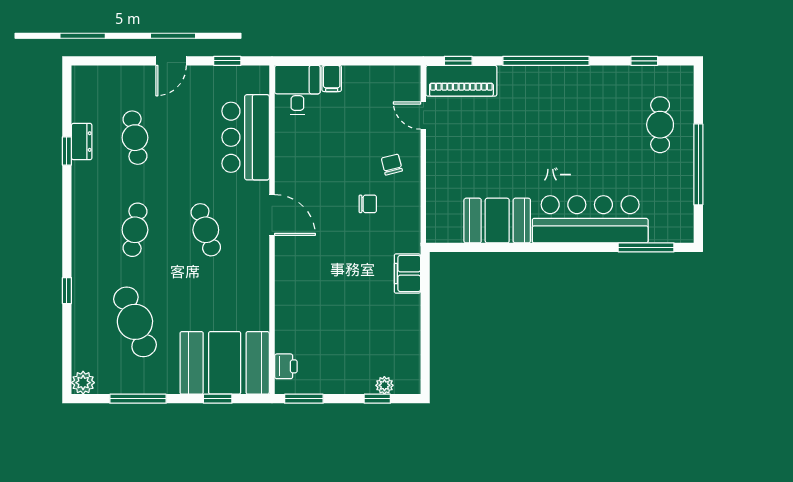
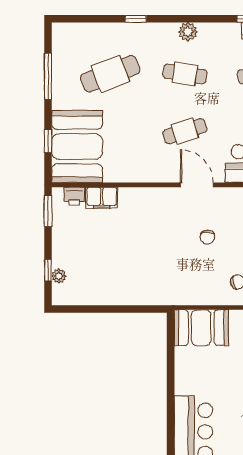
chair: (368, 204) -> (207, 237), moved
door: (272, 215) -> (197, 185), swing flipped
booth: (497, 221) -> (201, 328), moved, turned 90
filing cabinet: (407, 273) -> (102, 198), moved, turned 180
plant: (83, 383) -> (188, 32), moved

